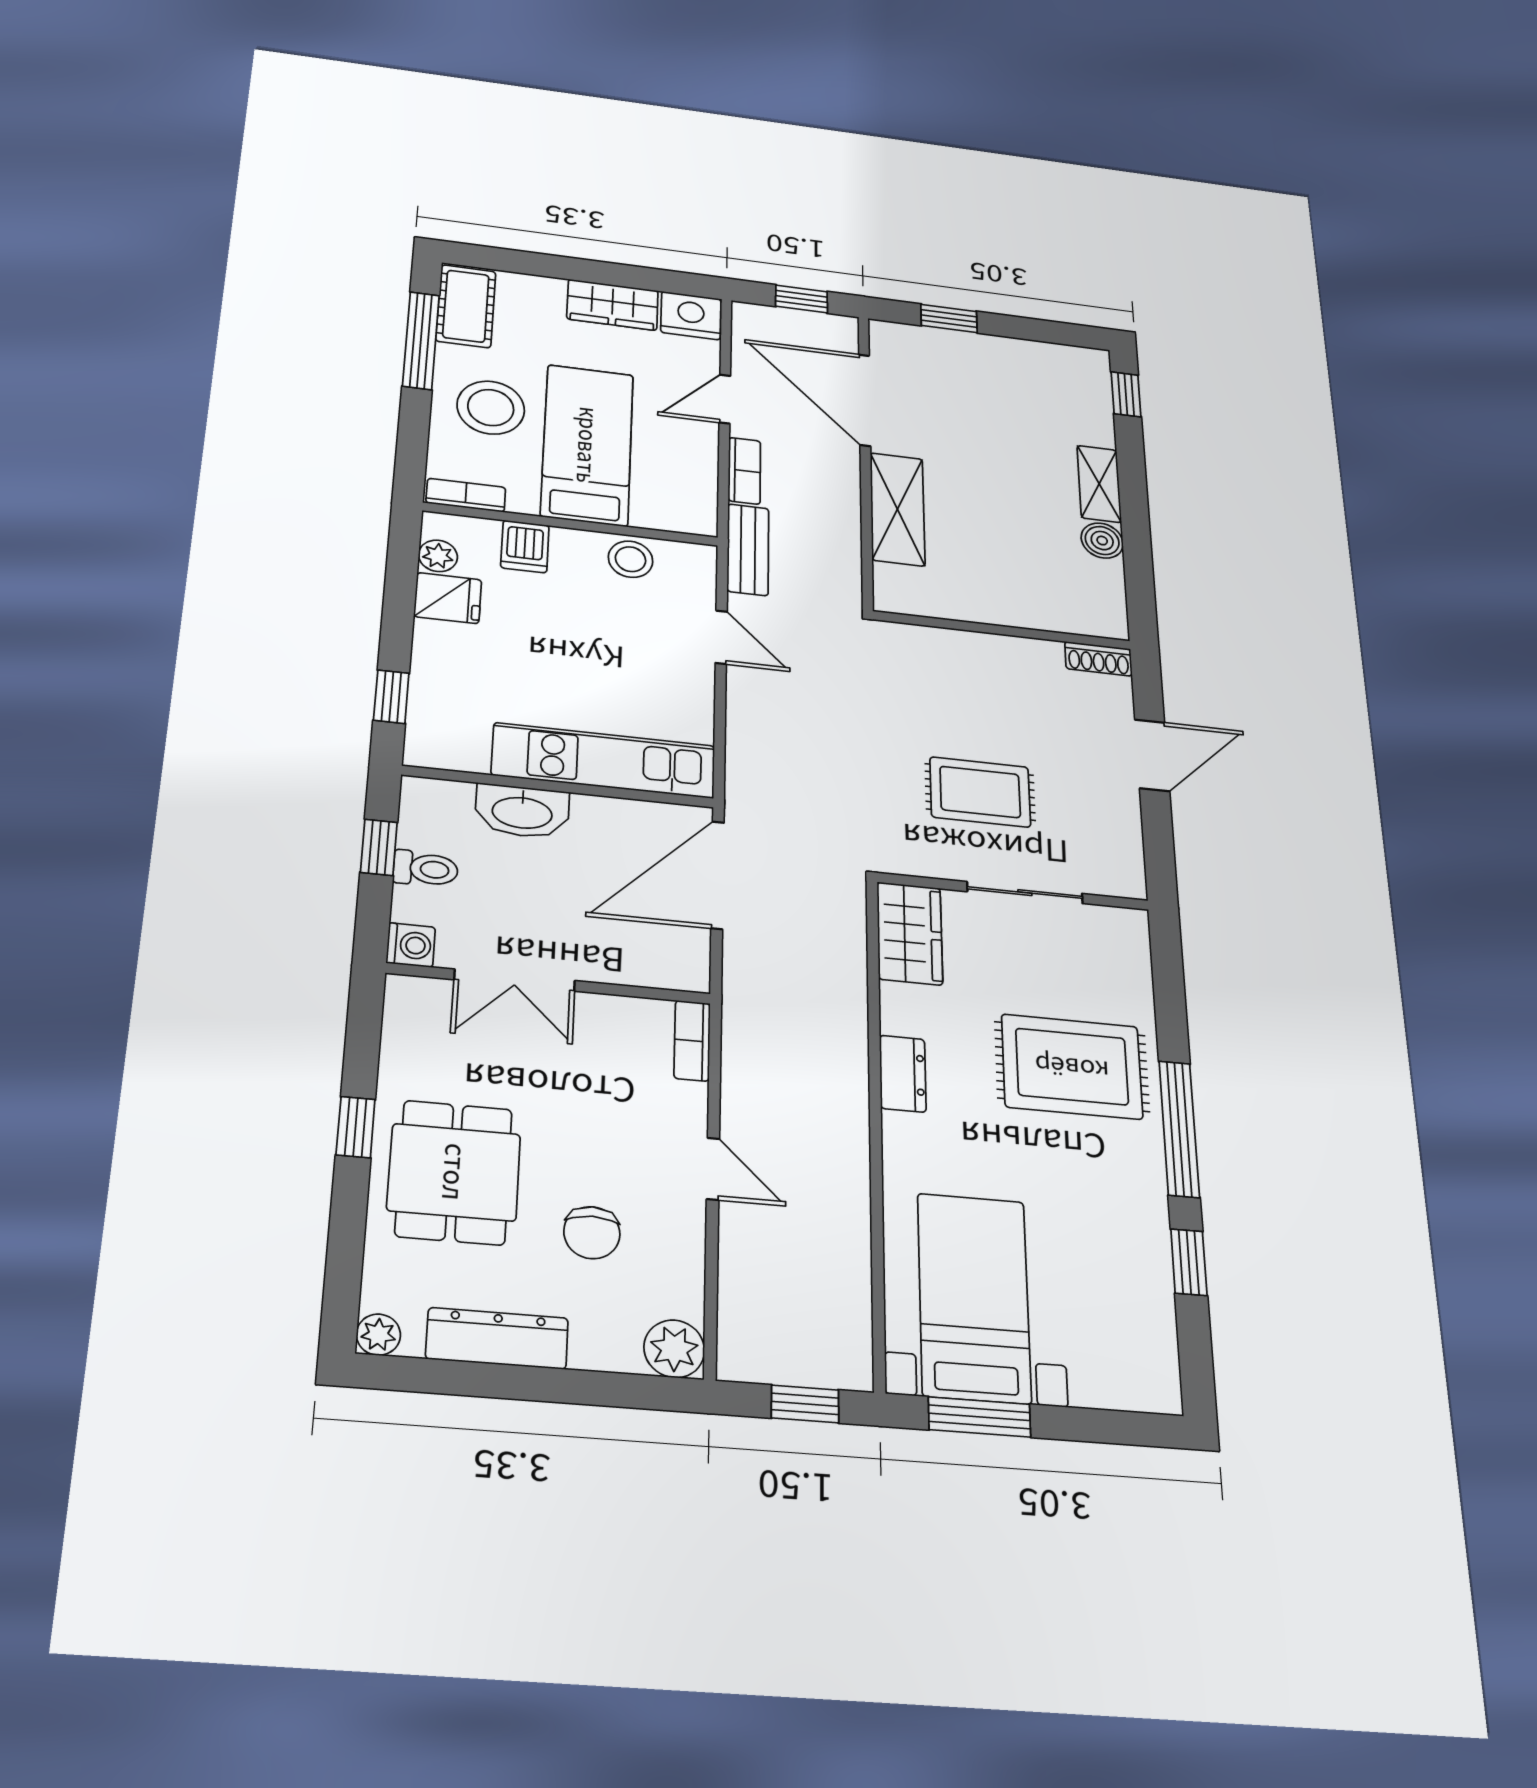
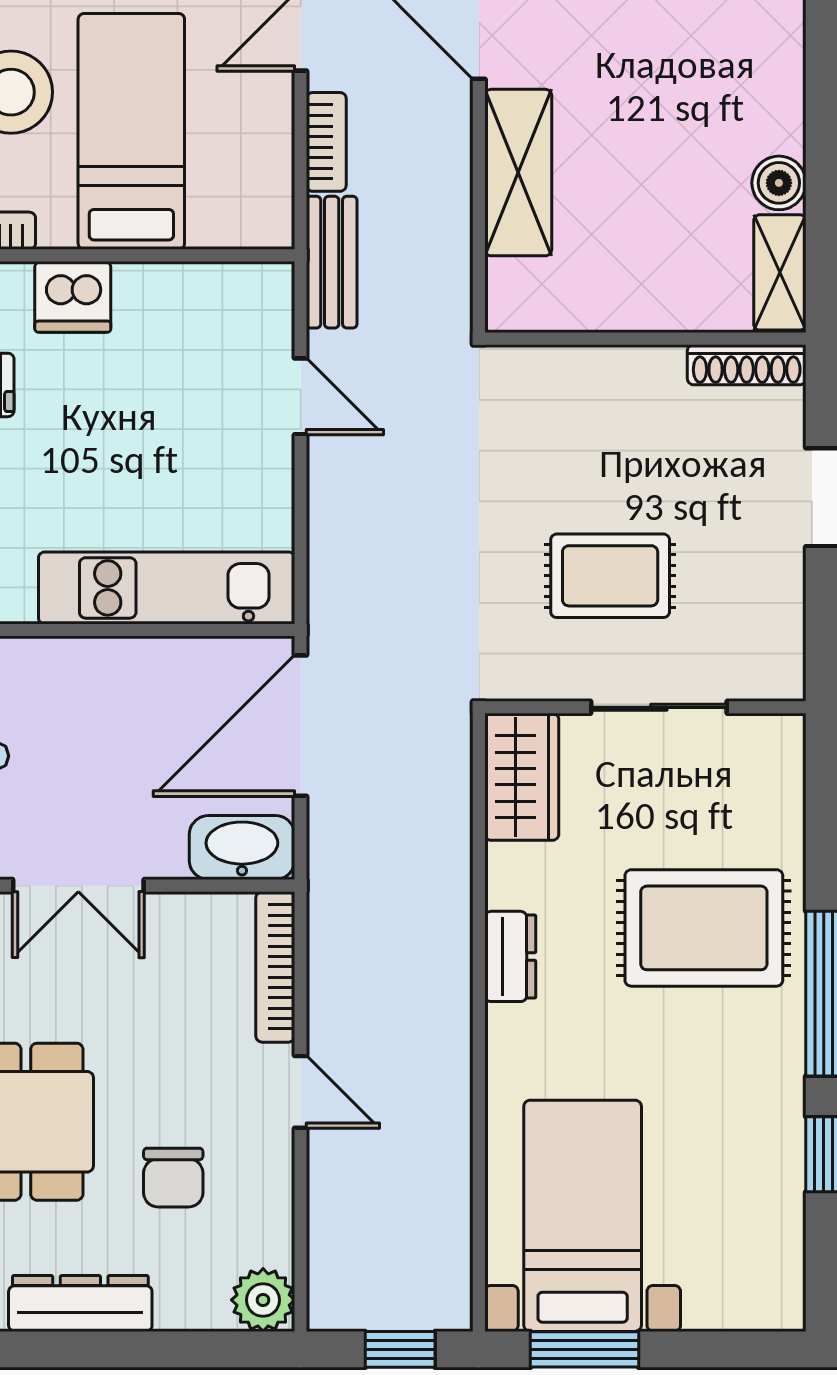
shelving: (1099, 484) -> (780, 272), moved
dishwasher: (525, 547) -> (73, 297), width x1.38
stool: (631, 559) -> (189, 297), removed
shoe rack: (1098, 659) -> (747, 365), width x1.43
washbasin: (522, 811) -> (242, 848), moved, turned 180
bookcase: (692, 1041) -> (275, 967), width x1.56

